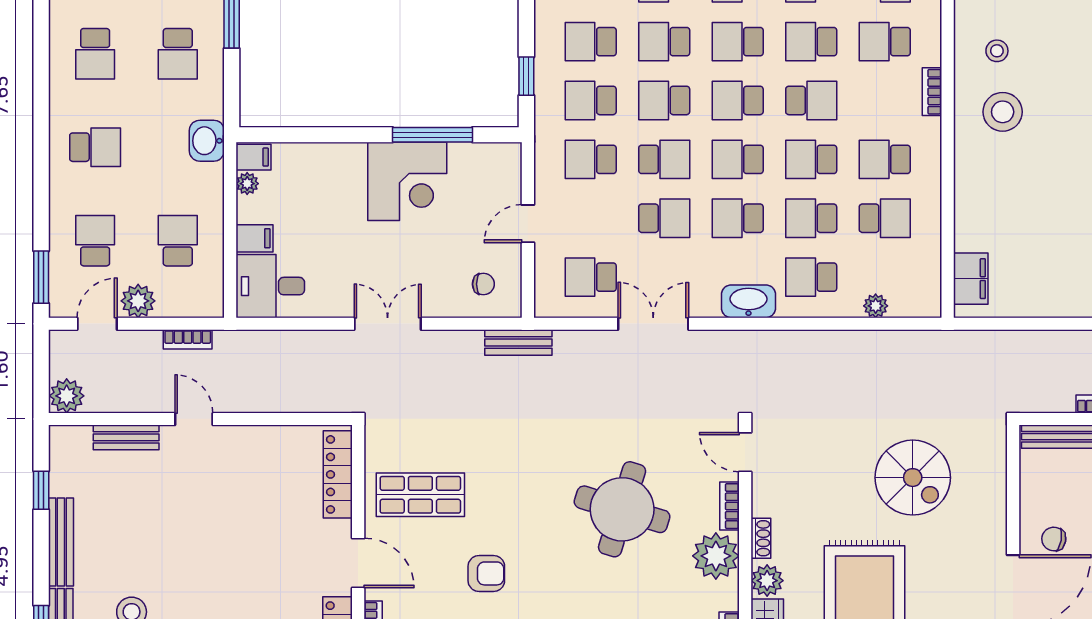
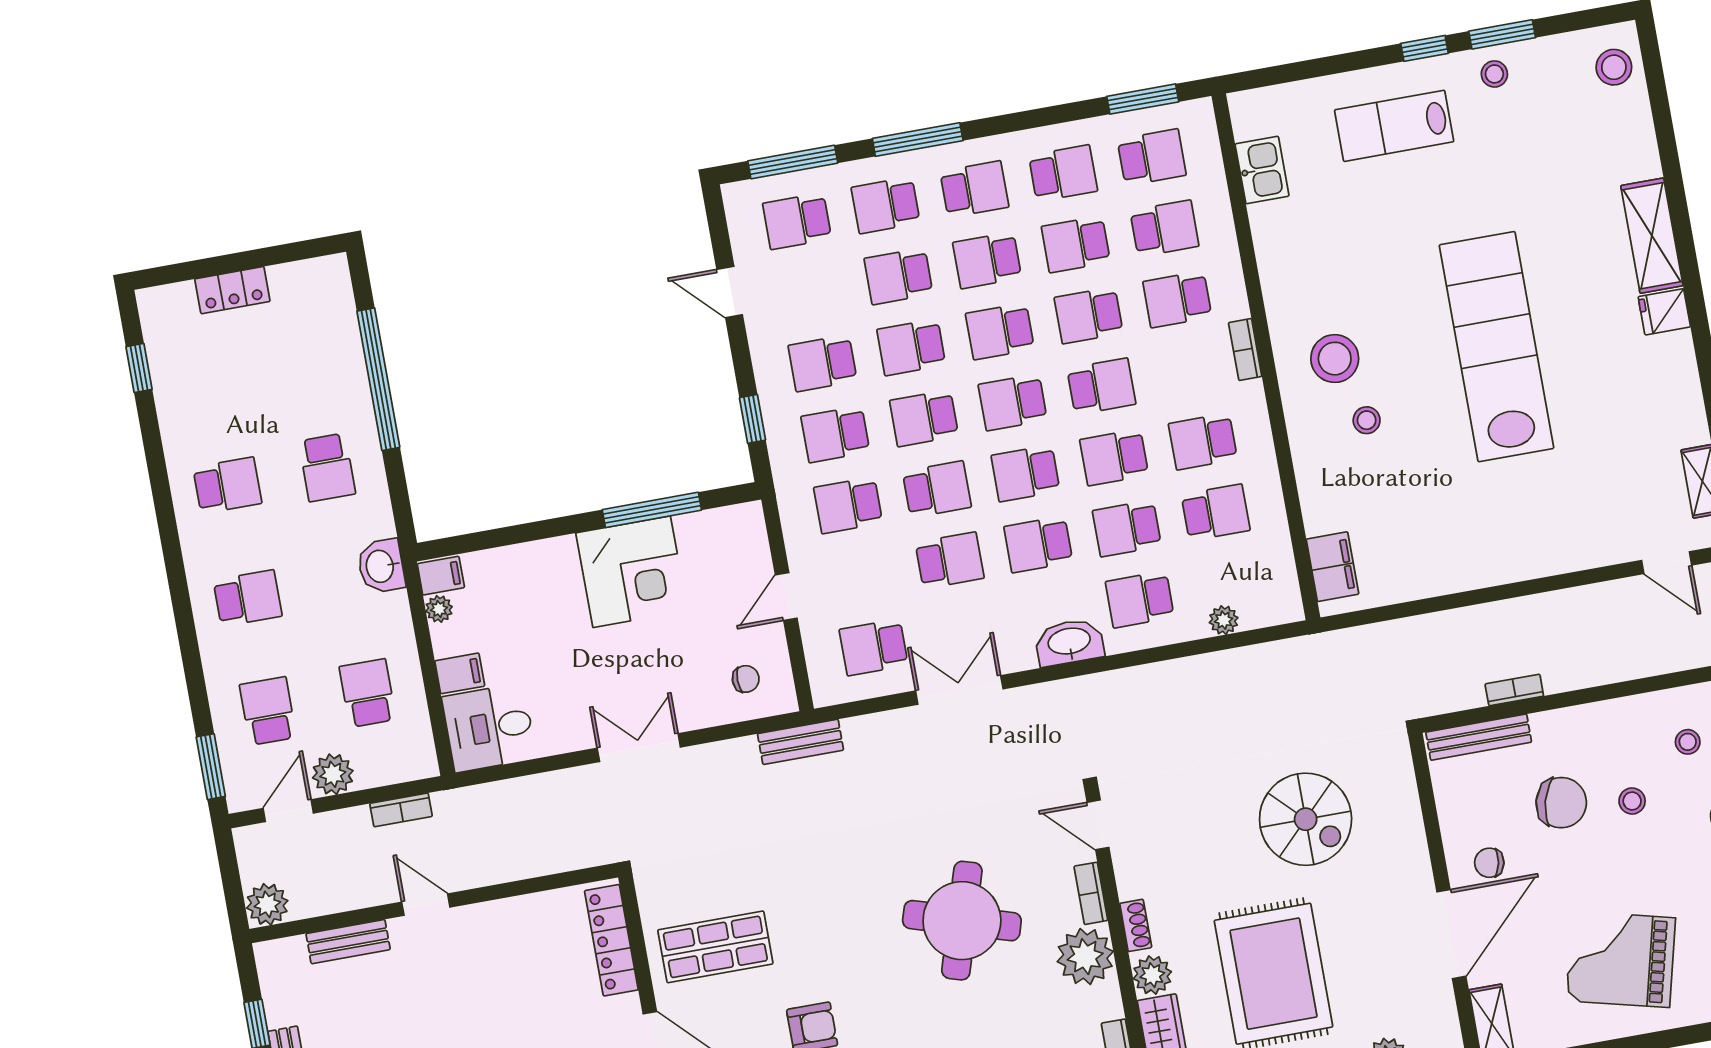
stool: (997, 51) -> (1367, 420), moved
school desk: (95, 54) -> (227, 485), turned -90

